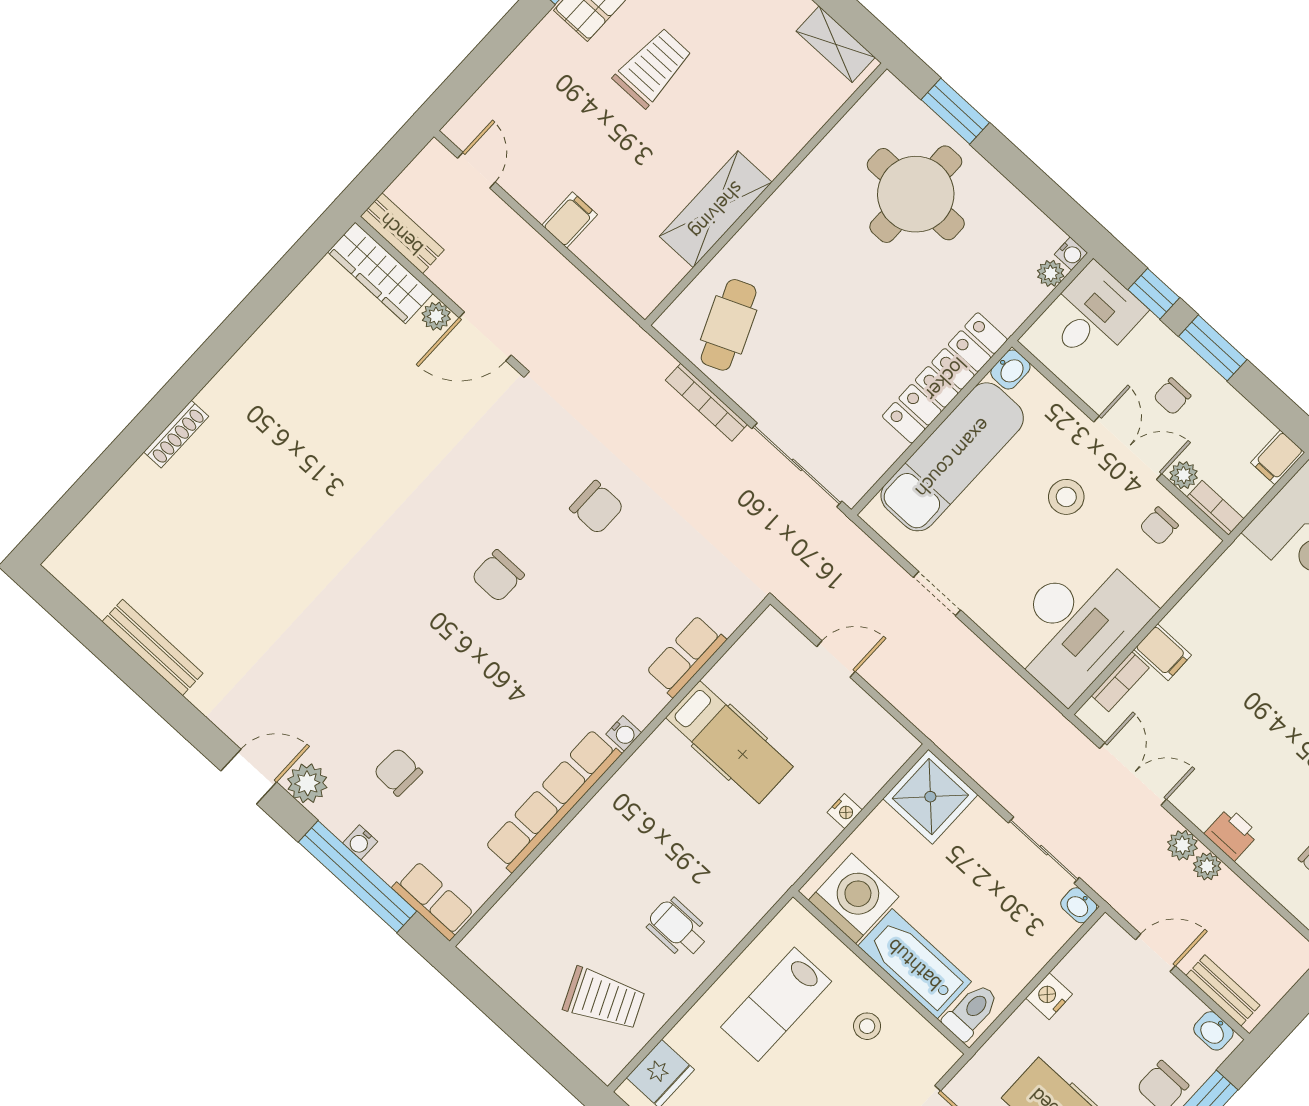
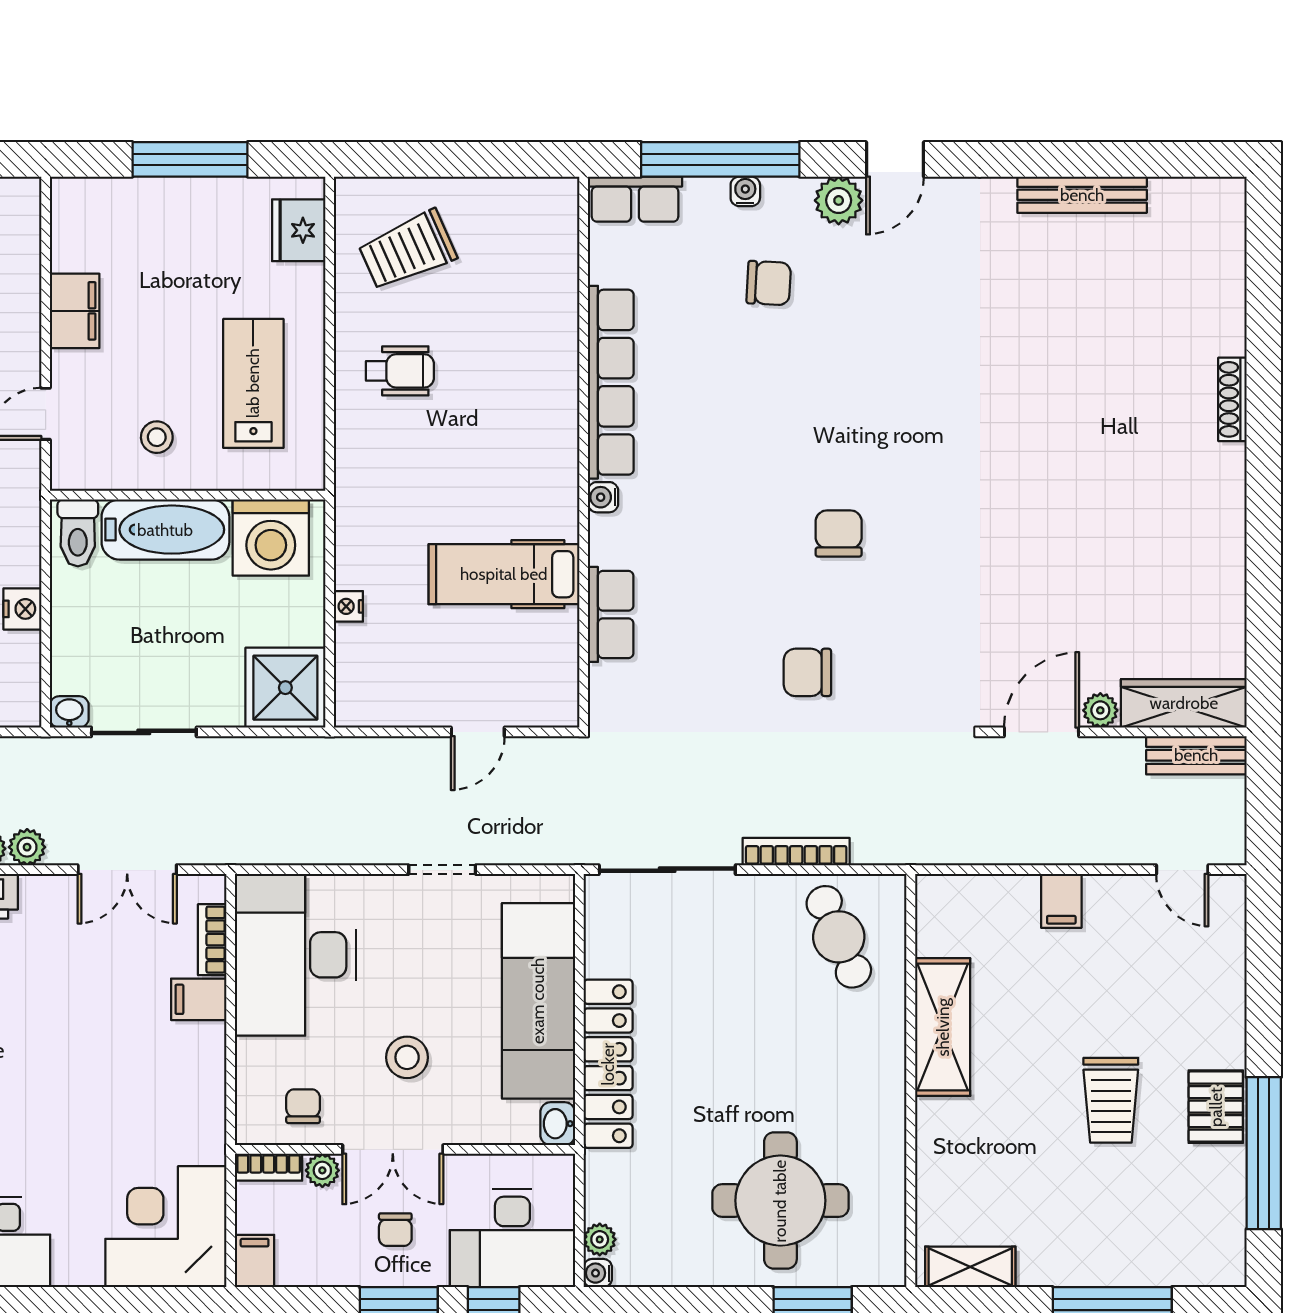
desk: (1093, 314) -> (512, 1238), width x1.37
chair: (1172, 396) -> (395, 1230), turned 180

